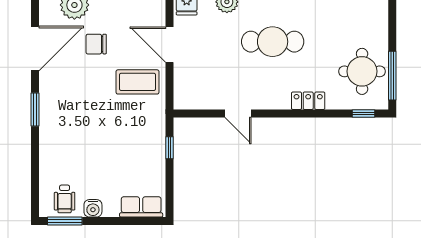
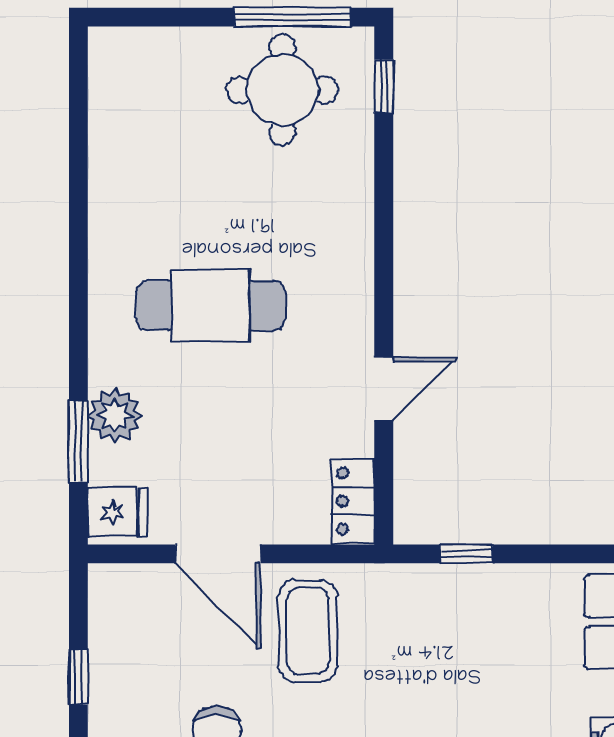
cafe table: (273, 42) -> (211, 305), turned 90
door: (169, 45) -> (218, 554), hinge flipped
locker: (308, 101) -> (353, 501), moved

